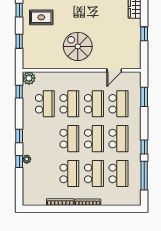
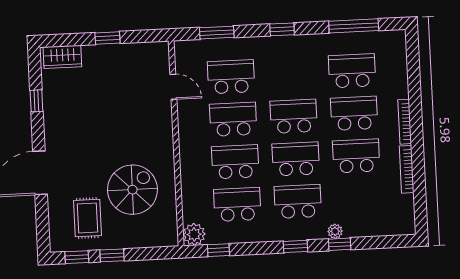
window: (19, 41) -> (112, 255), moved
spiral stairs: (78, 46) -> (132, 190), moved, turned 180
school desk: (118, 139) -> (298, 201), moved
window: (144, 147) -> (282, 29), moved

